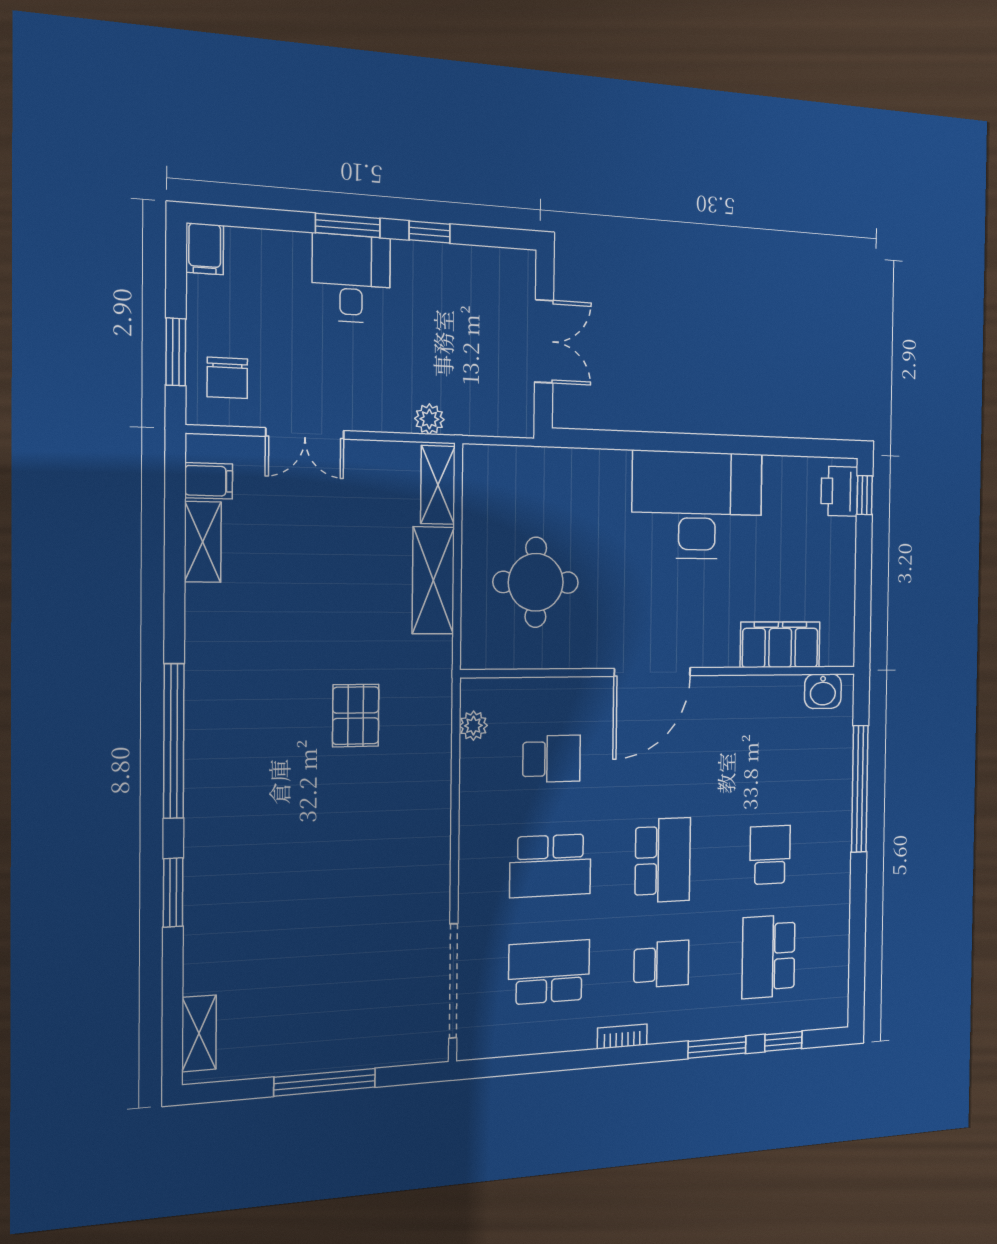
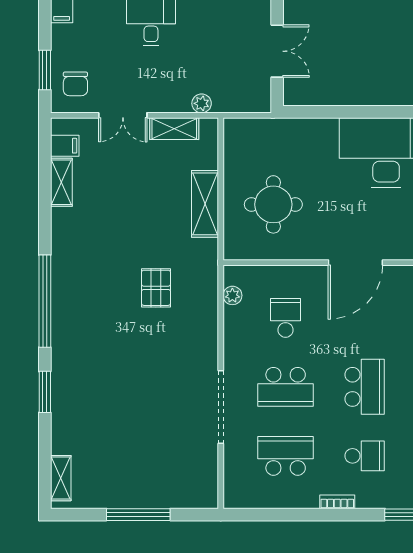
shelving: (438, 485) -> (174, 129), moved, turned 90
school desk: (552, 759) -> (286, 318), turned -90
doorway: (453, 981) -> (221, 407), moved

